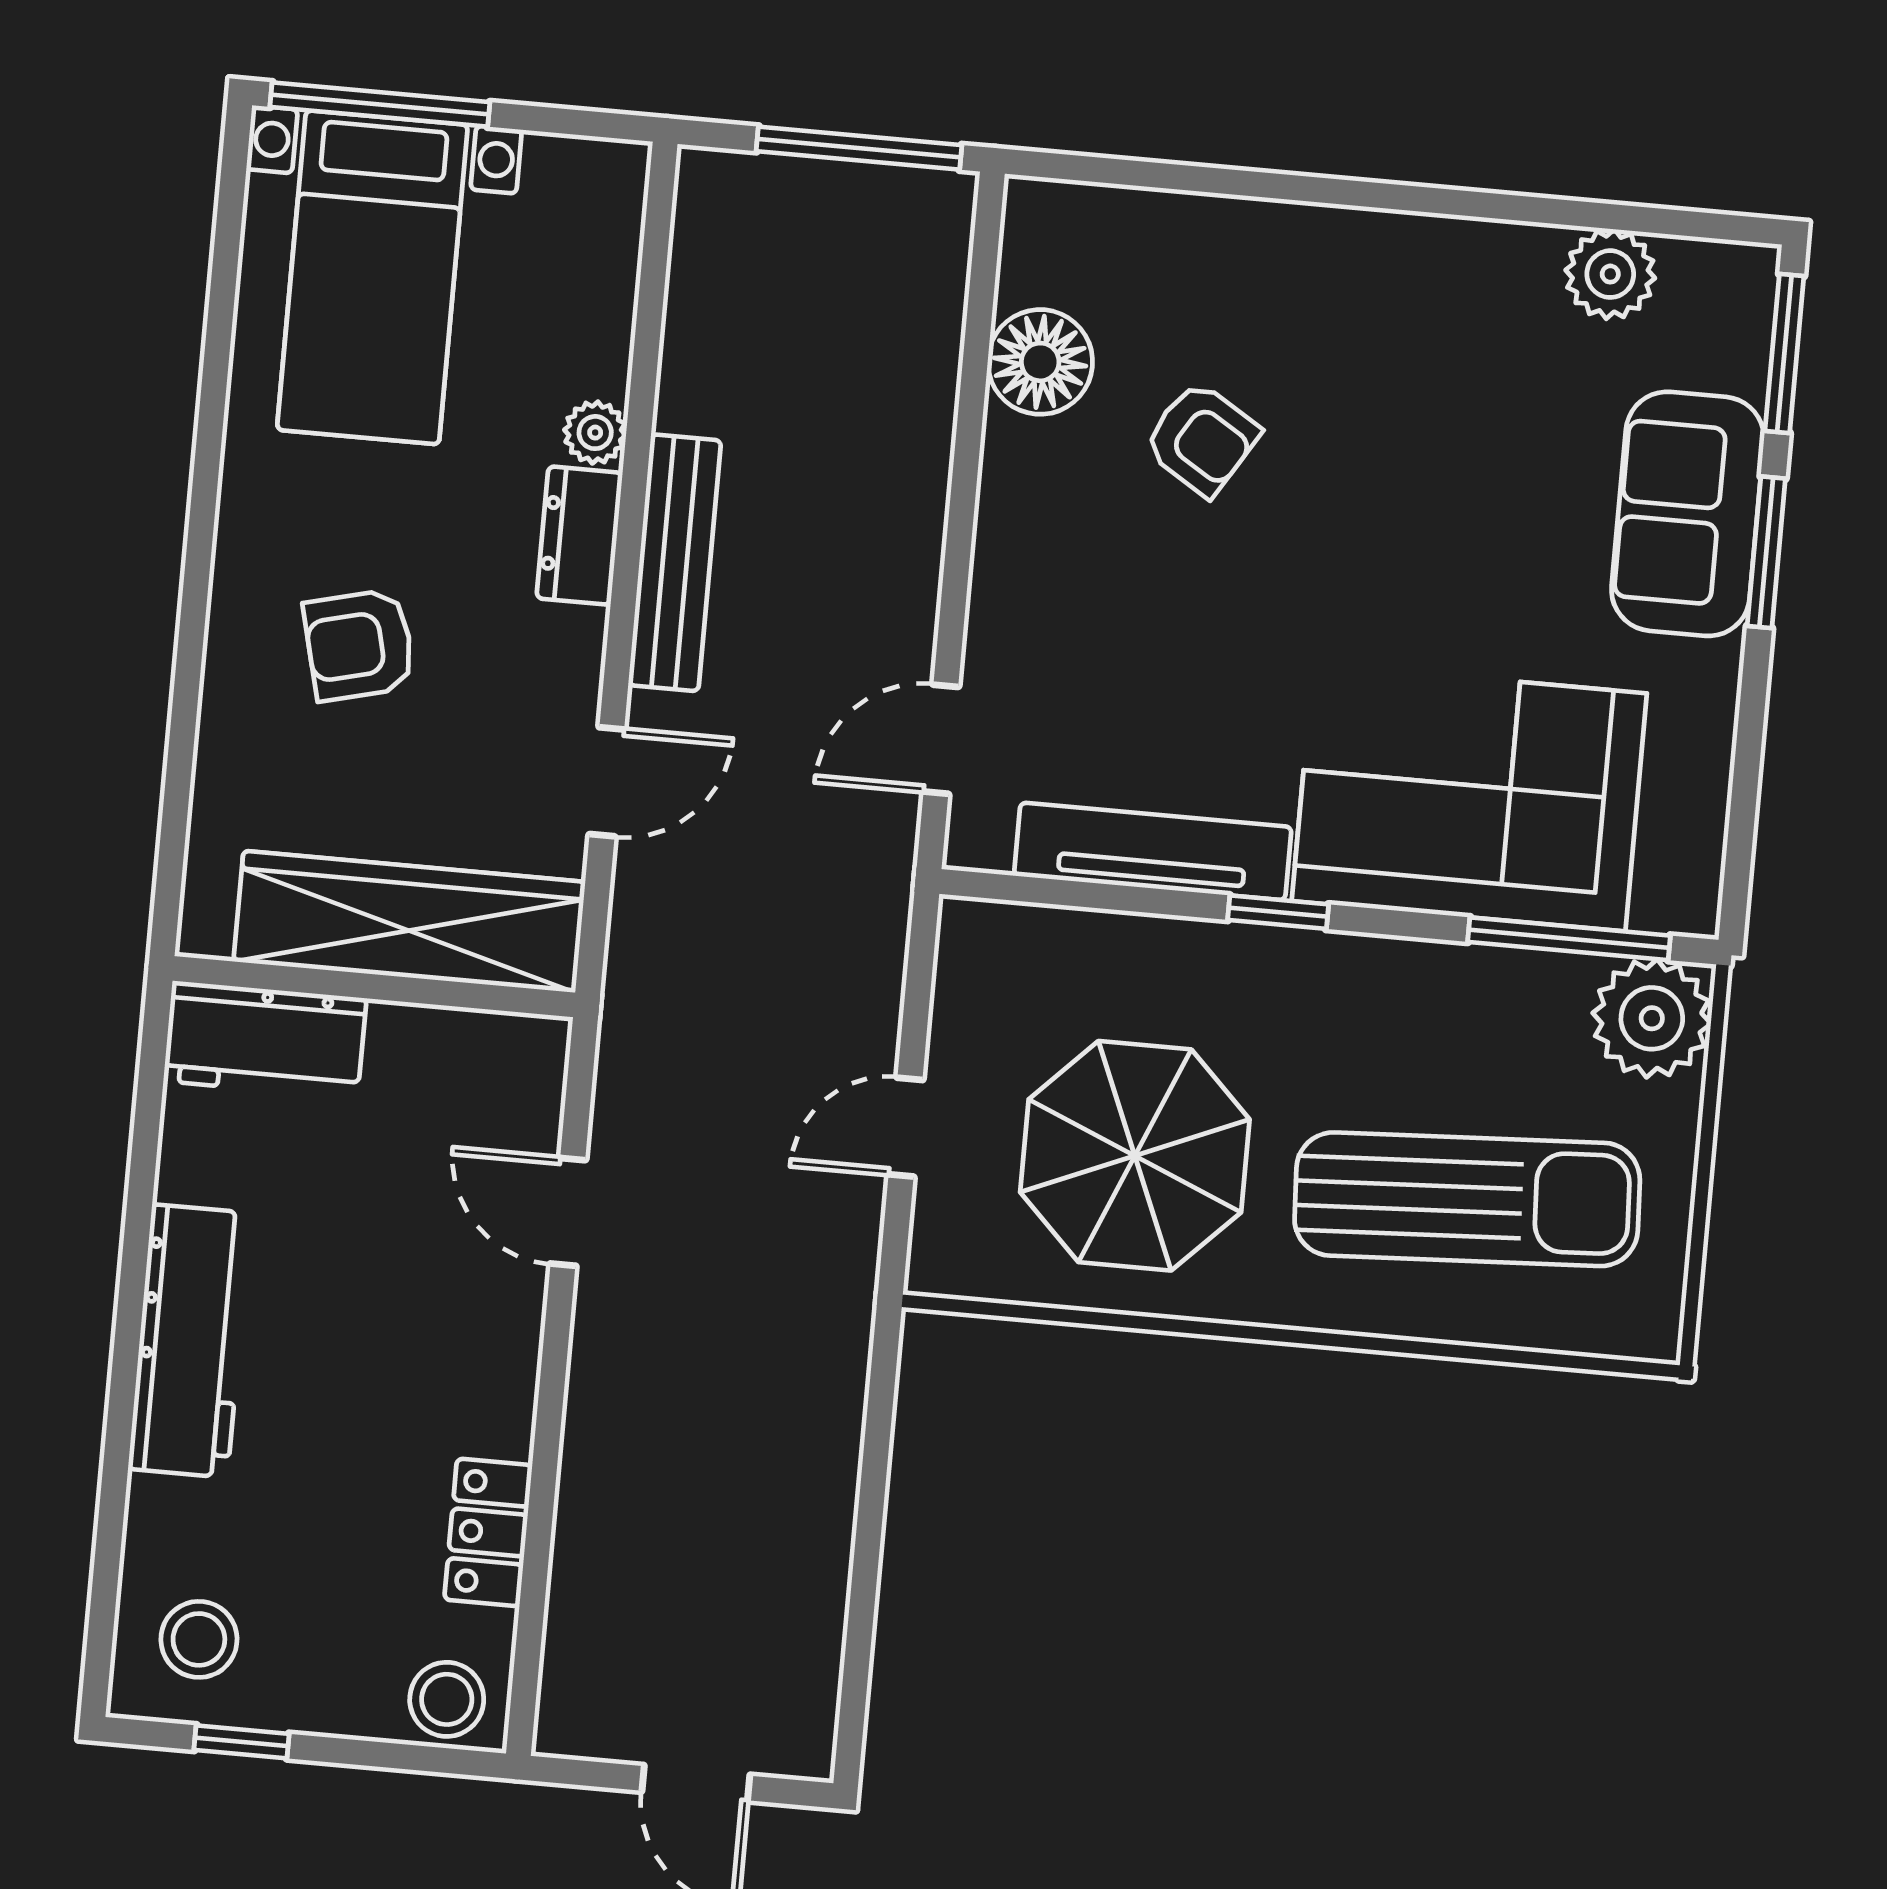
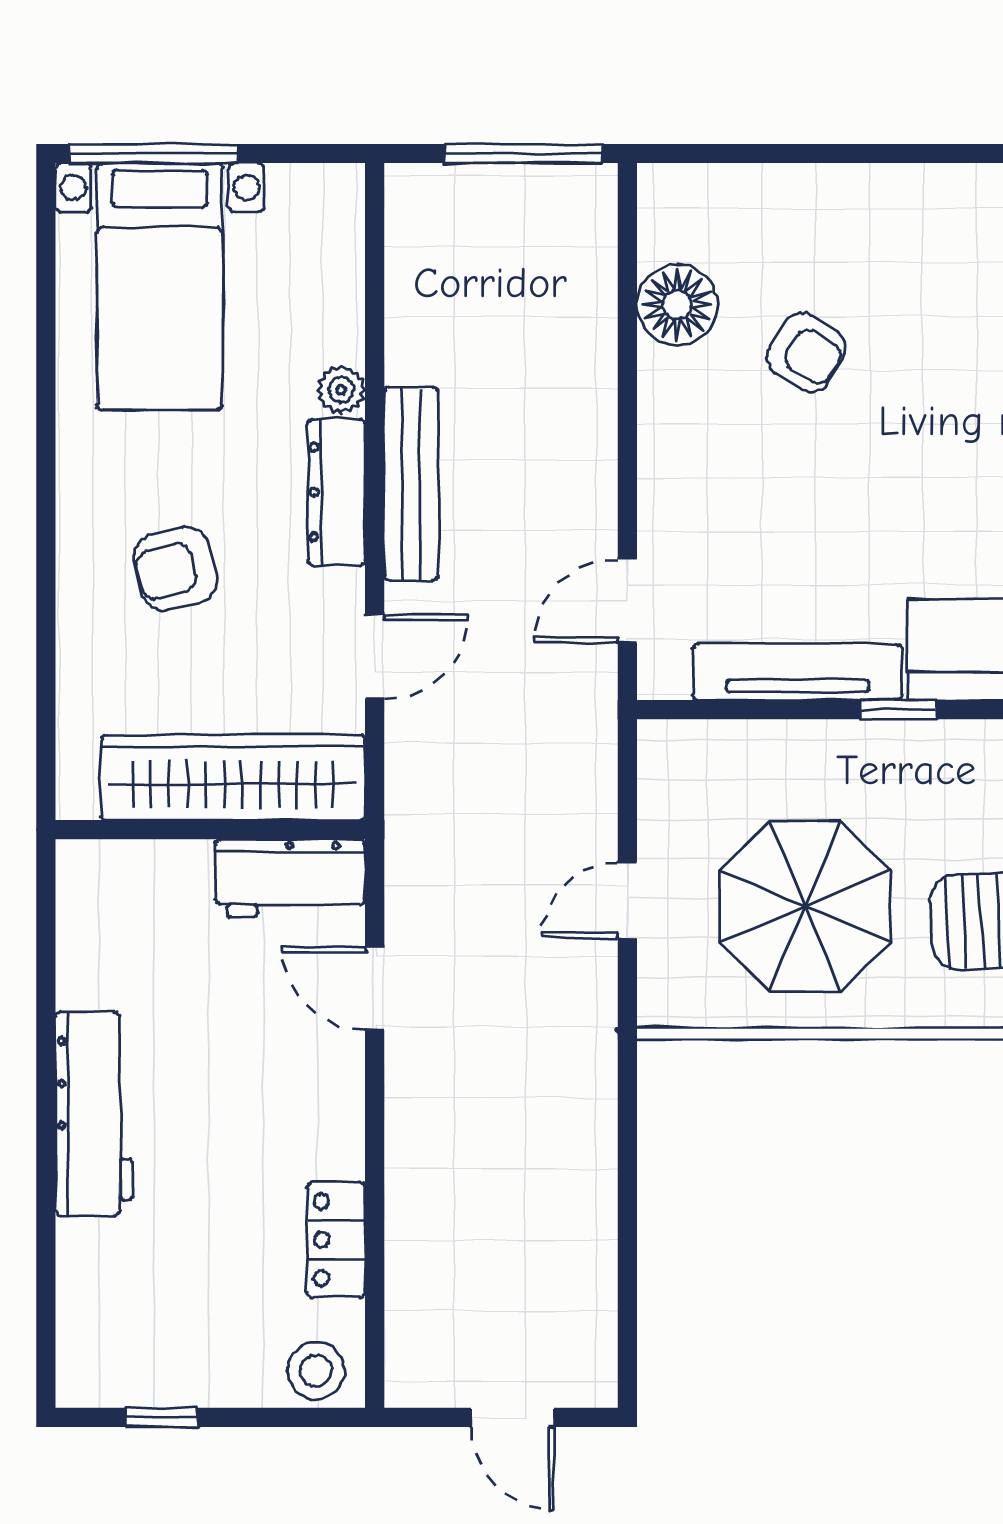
dresser: (580, 536) -> (336, 492), width x1.44
workbench: (265, 1040) -> (290, 878), moved
stool: (199, 1639) -> (122, 1342), removed

